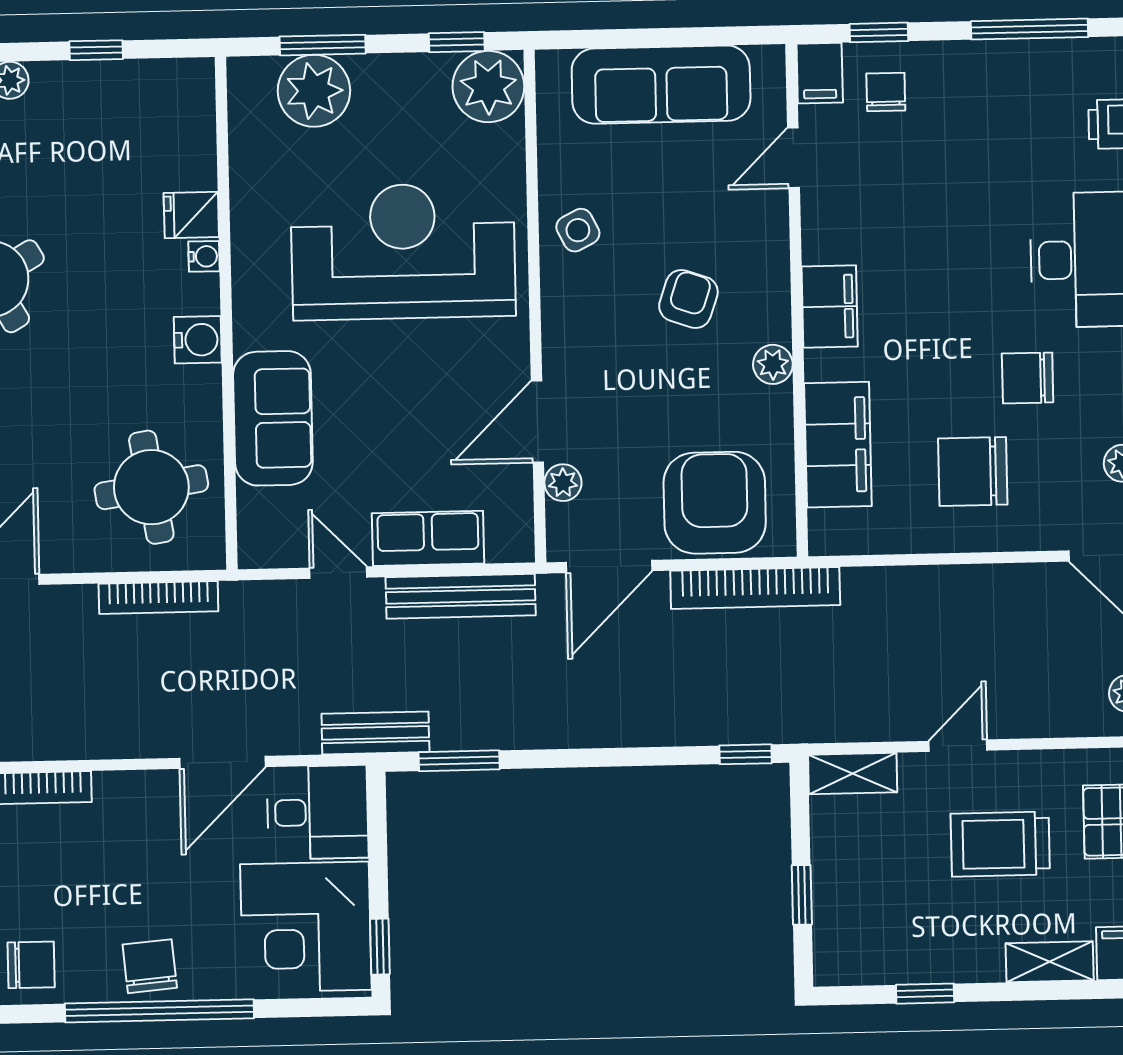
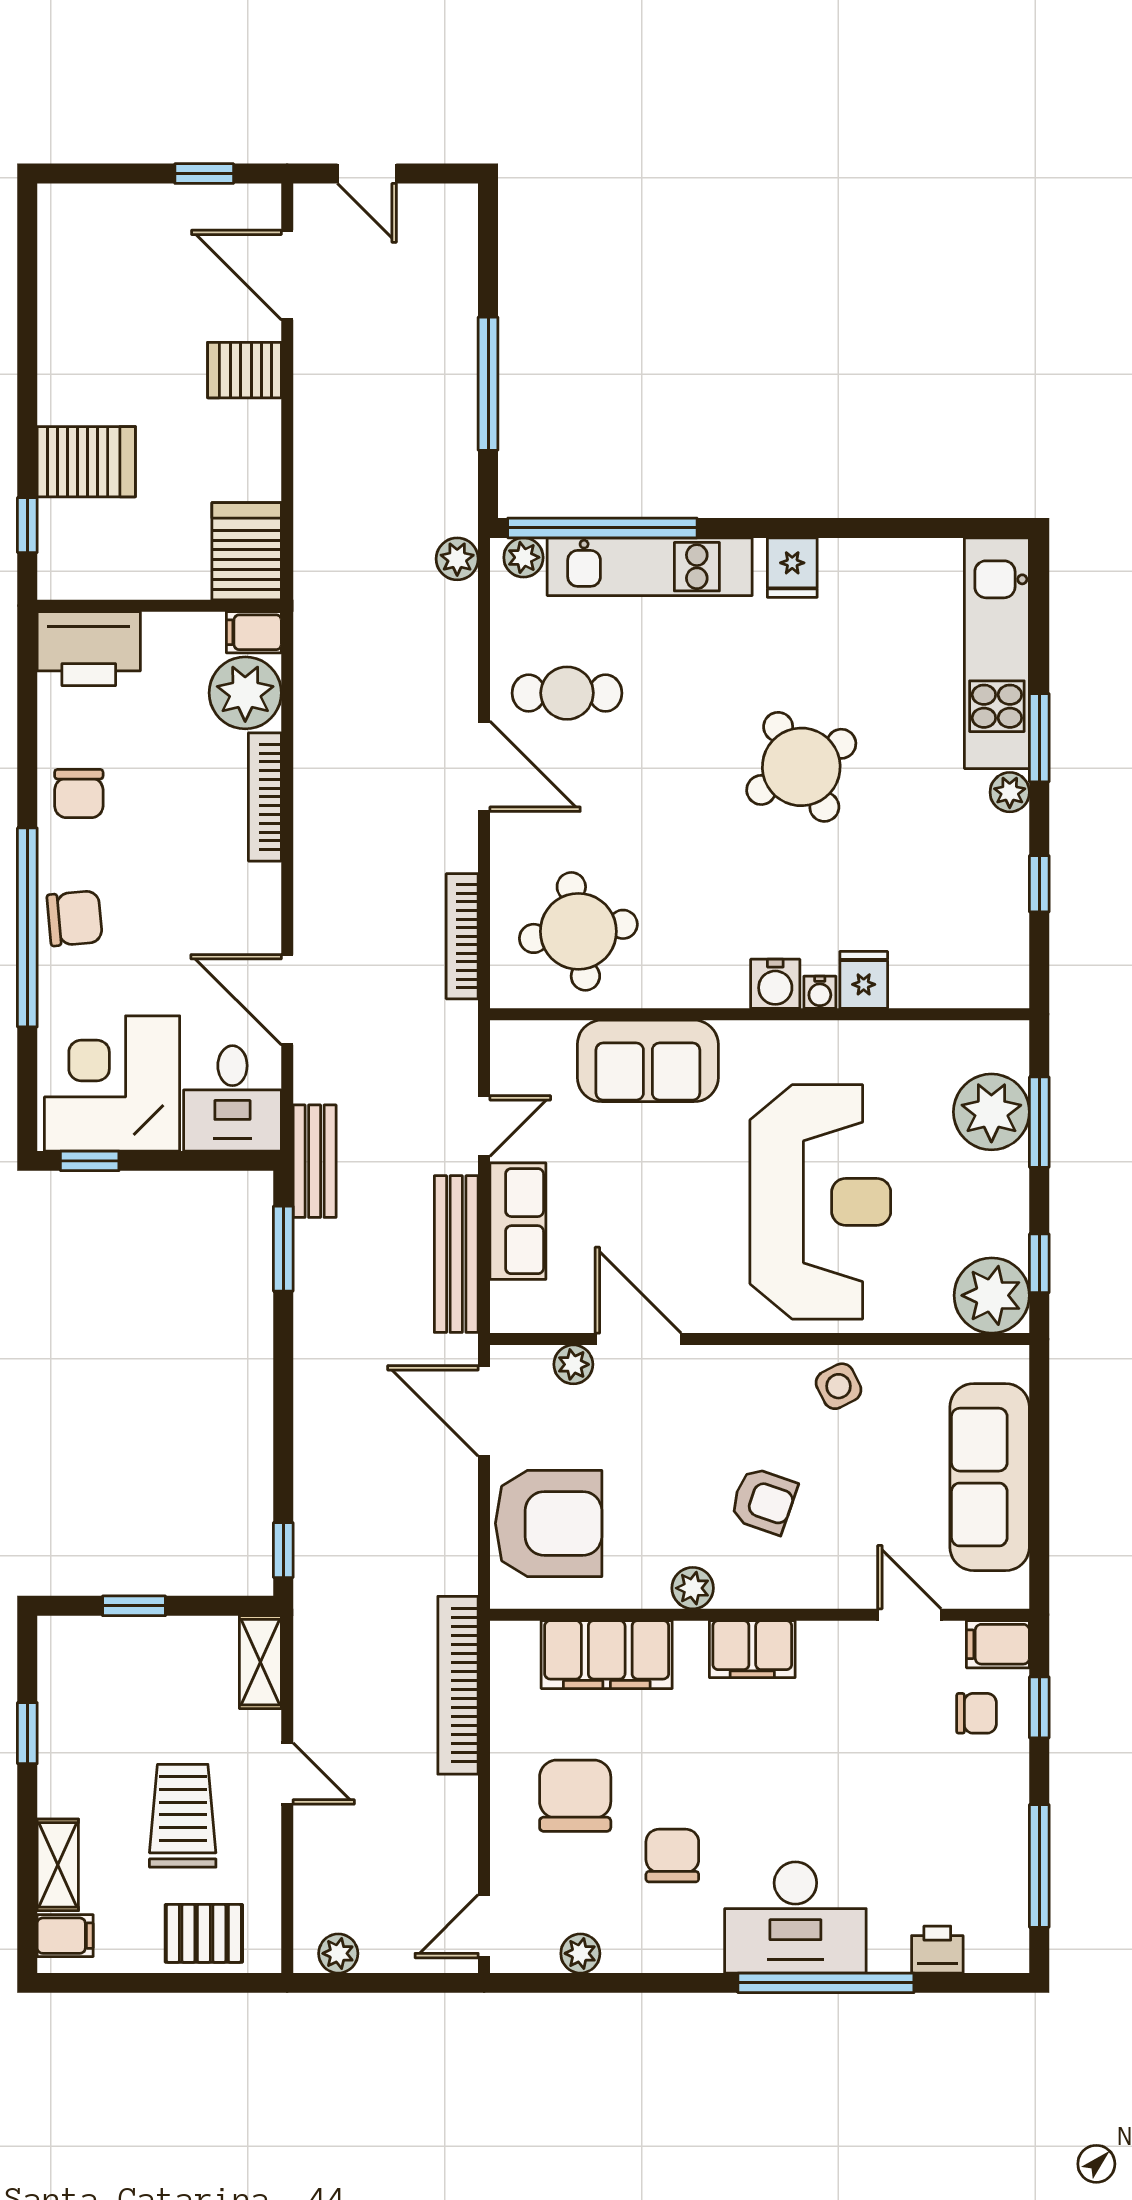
water cooler: (198, 340) -> (775, 984), moved
bookcase: (755, 588) -> (458, 1685), moved

